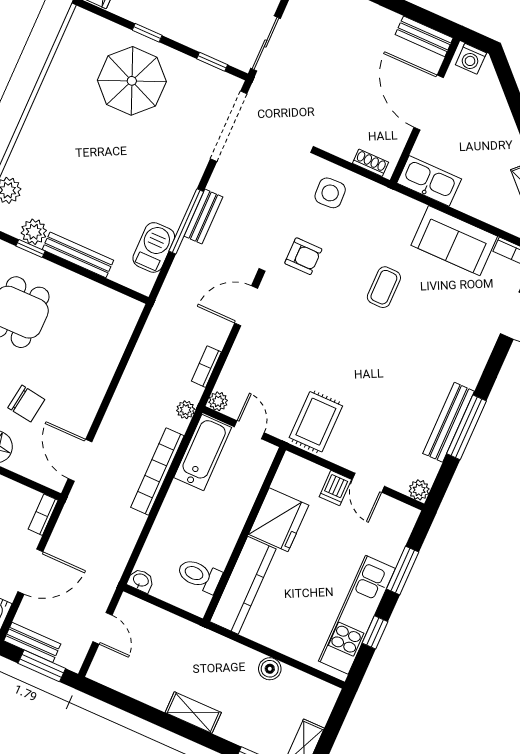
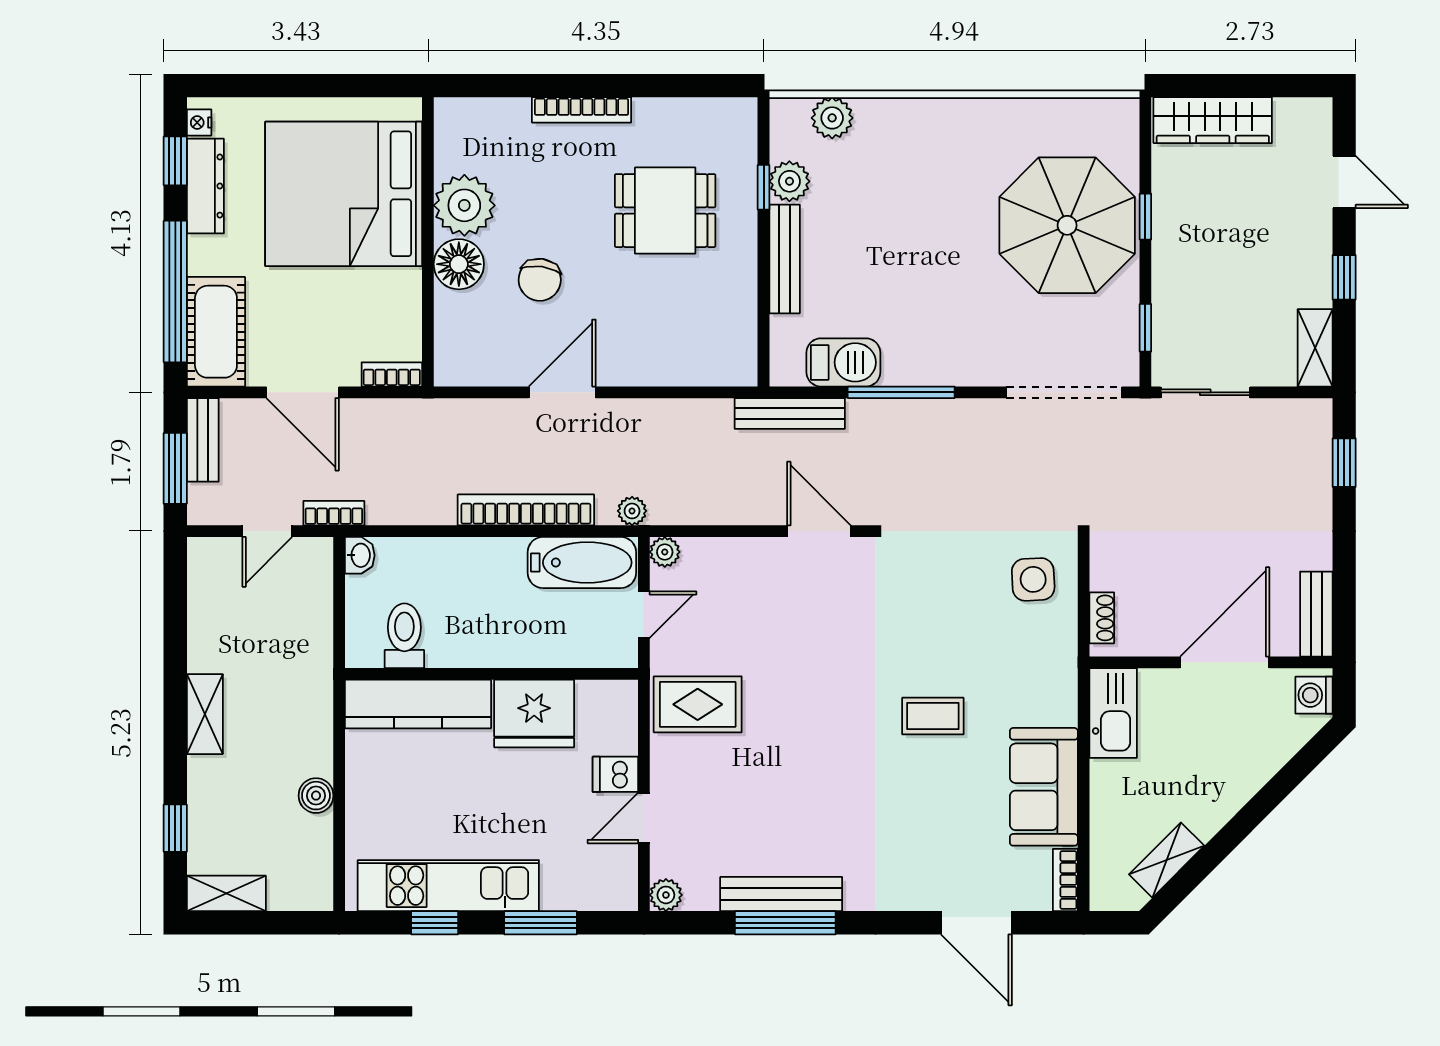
parasol: (132, 81) -> (1067, 225), width x1.36, depth x1.36
bench: (203, 217) -> (790, 413), moved, width x1.36
armchair: (303, 256) -> (926, 581), removed
bookcase: (206, 367) -> (334, 513), moved
door: (80, 460) -> (562, 392), moved

